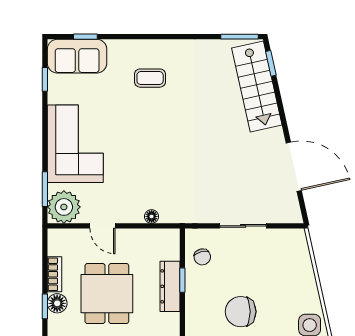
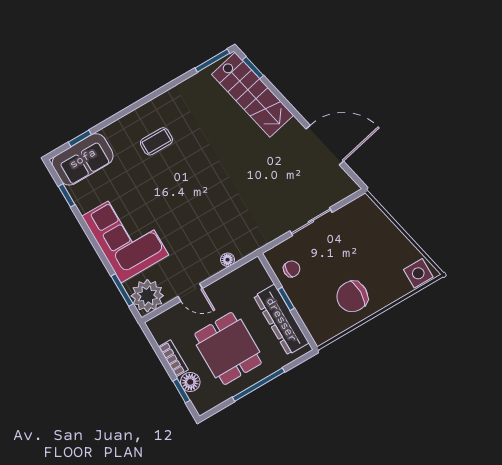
chair: (202, 257) -> (292, 269), turned -75
dresser: (170, 286) -> (281, 320), width x1.37, depth x1.24

